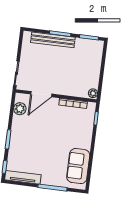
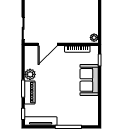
plant: (20, 109) -> (30, 74), moved
piano: (15, 144) -> (30, 92), added
sofa: (78, 166) -> (89, 80), moved

